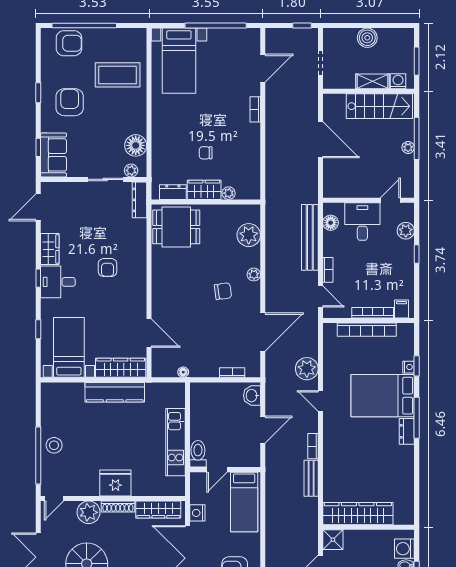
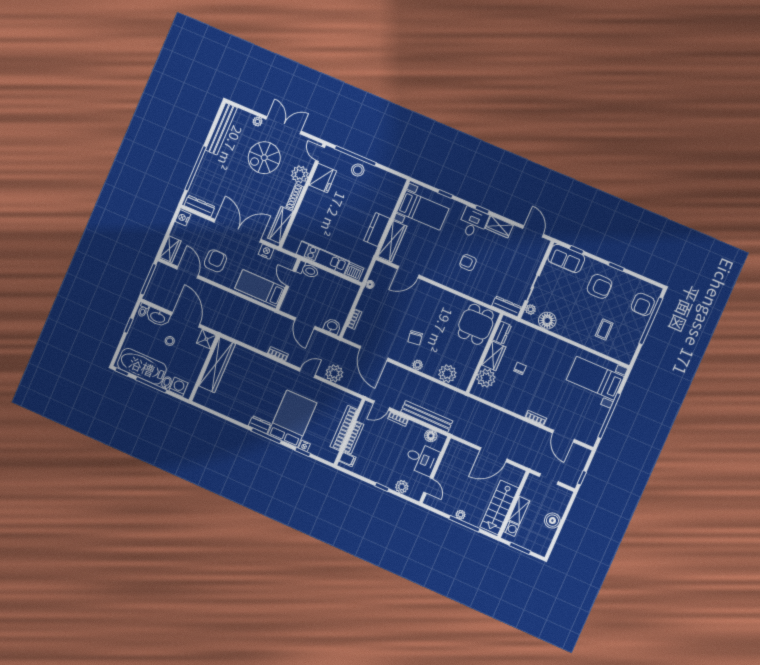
coffee table: (118, 75) -> (604, 330), width x0.54, depth x0.58
plant: (229, 193) -> (486, 378), width x1.88, depth x1.88
kitchen counter: (115, 392) -> (377, 229), width x0.67
dishwasher: (176, 397) -> (354, 272), added
bench: (311, 478) -> (256, 343), removed
fridge: (115, 483) -> (323, 178), moved

